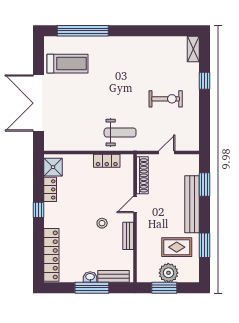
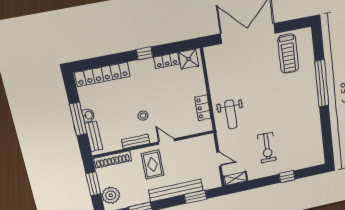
window: (83, 31) -> (322, 83), moved
shelving: (193, 49) -> (235, 178), moved
shoe rack: (142, 175) -> (113, 159), moved
rug: (177, 247) -> (153, 165), moved
plant: (168, 273) -> (111, 195), moved

